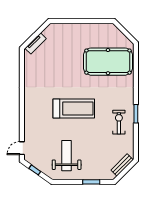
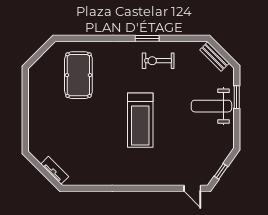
pool table: (108, 62) -> (78, 75), width x0.73, depth x0.76
treadmill: (74, 109) -> (140, 120), turned 180
weight bench: (67, 156) -> (211, 106), moved

